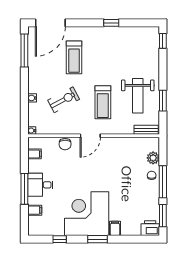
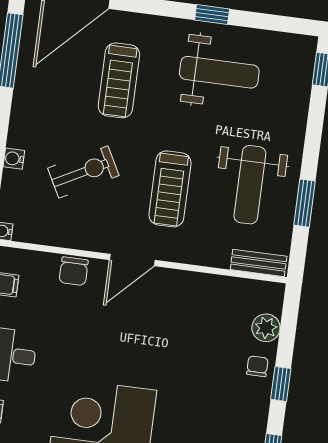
weight bench: (118, 48) -> (219, 72), added
window: (163, 182) -> (281, 384), width x0.46

